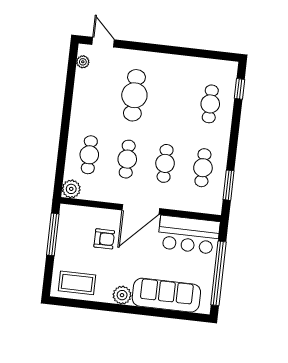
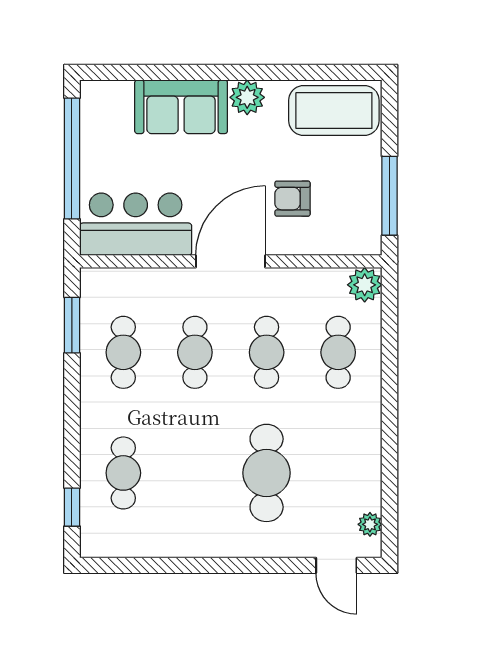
coffee table: (77, 283) -> (334, 110), width x1.36, depth x1.32
sofa: (166, 295) -> (181, 107), width x0.73

